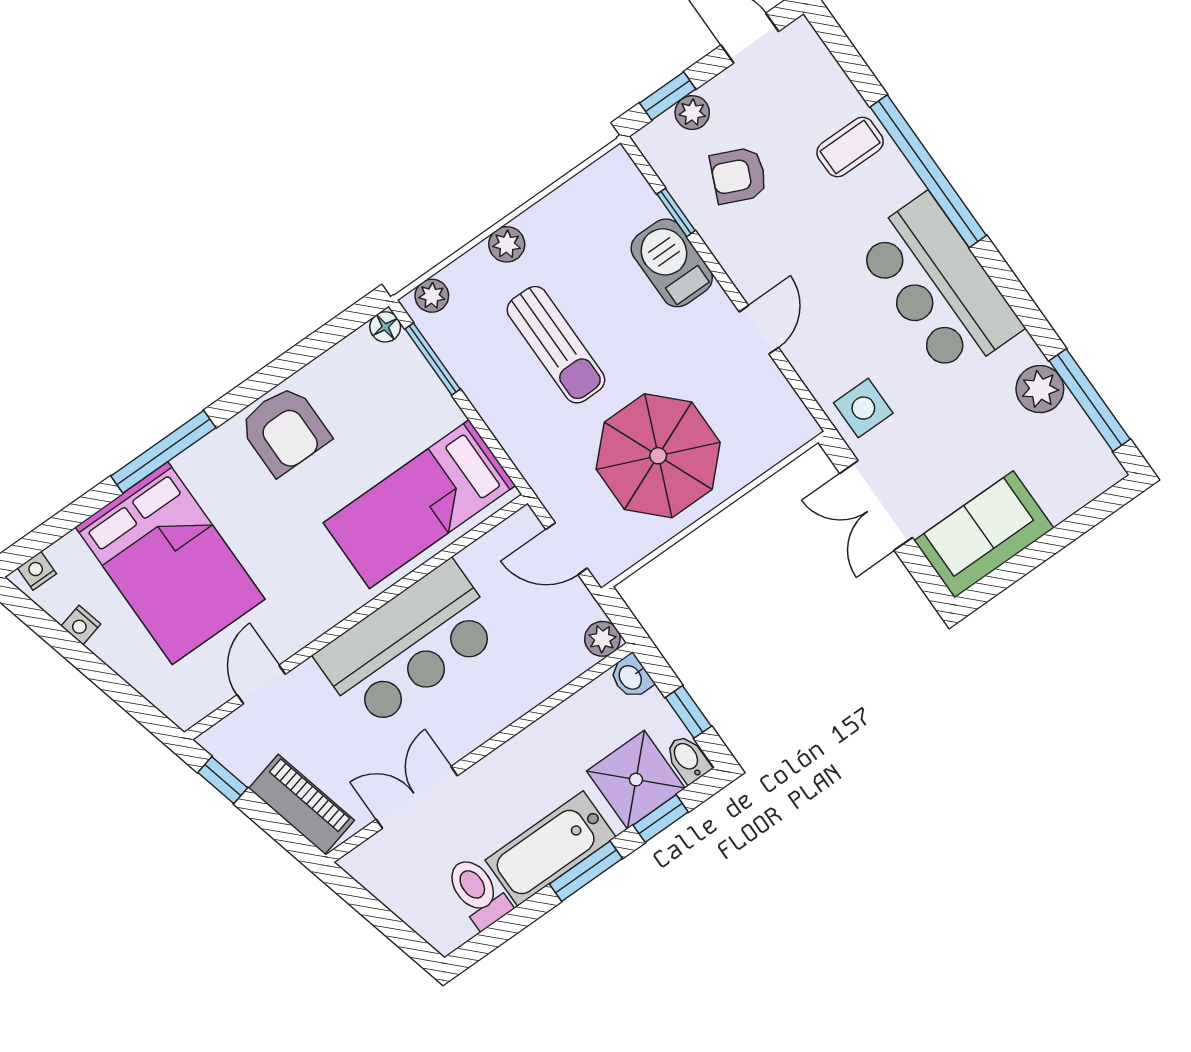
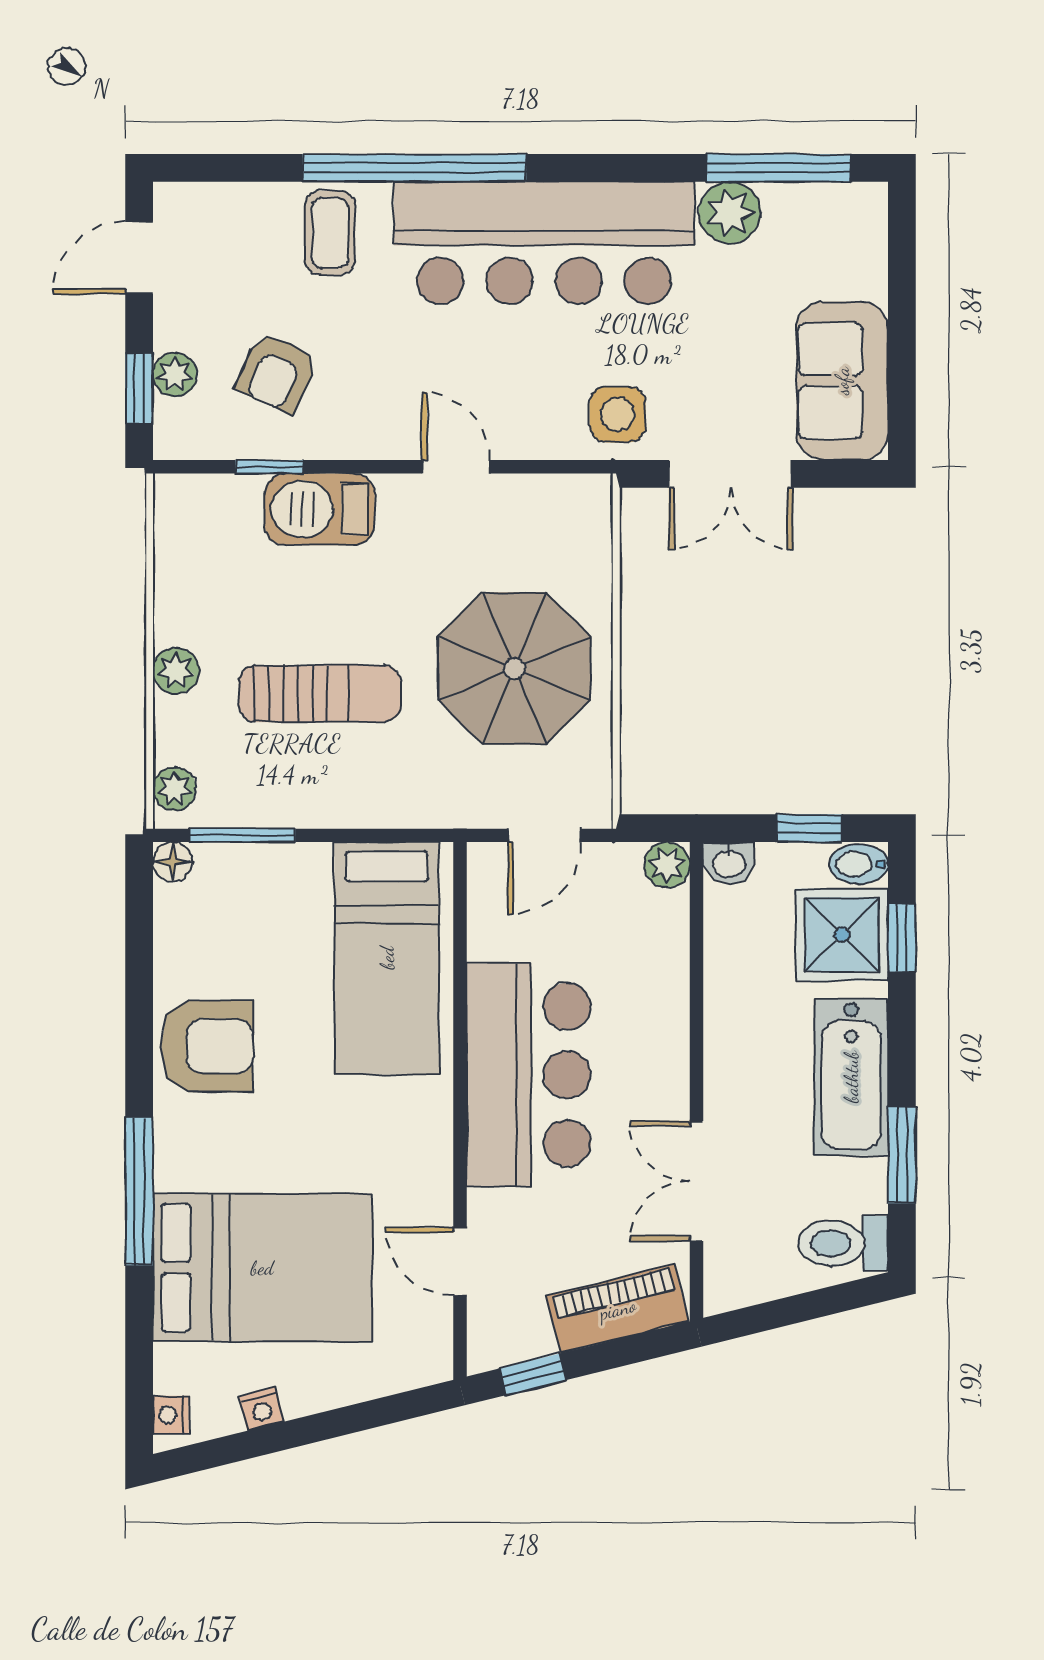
bar counter: (939, 286) -> (544, 243), width x1.36
window: (586, 871) -> (902, 1155), moved
toilet: (478, 892) -> (843, 1243), moved

